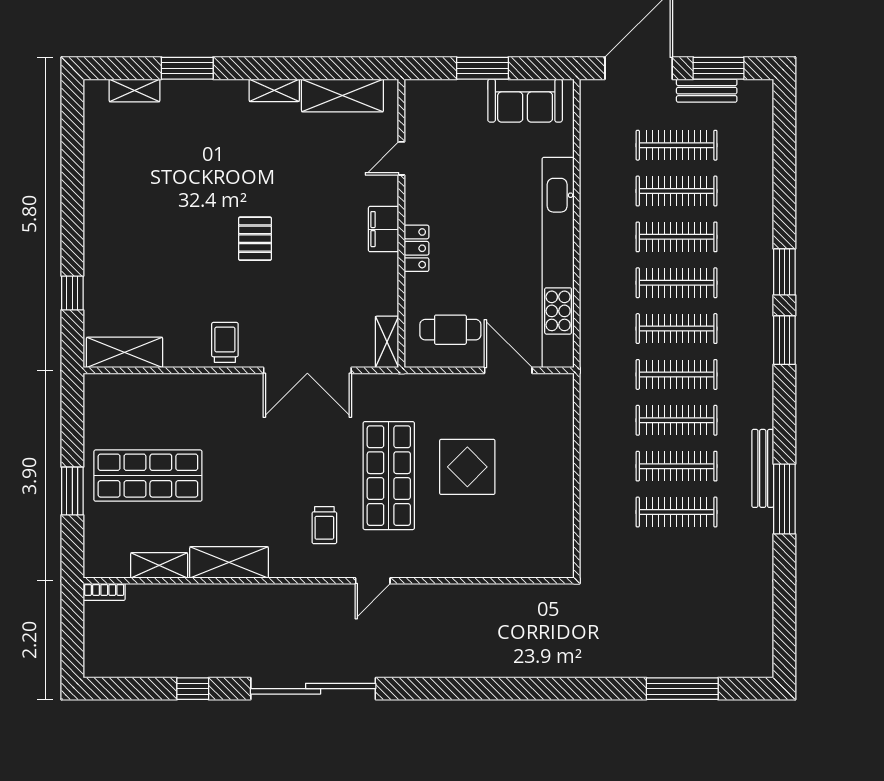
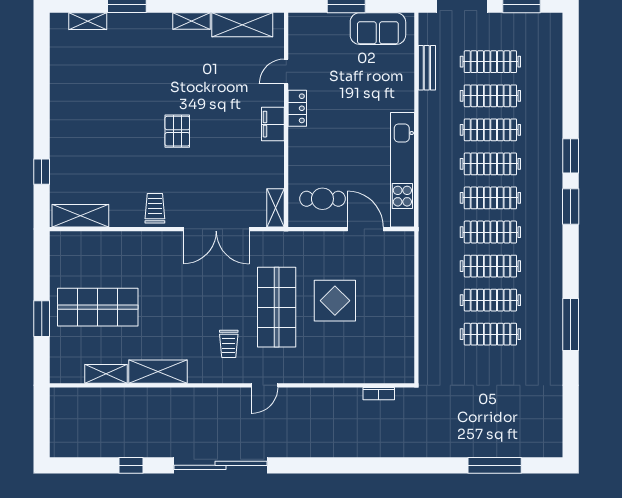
bench: (707, 91) -> (427, 68), moved, turned 90
locker: (416, 248) -> (297, 108), moved
kitchen unit: (558, 263) -> (402, 170), width x0.73
bench: (763, 468) -> (554, 302), removed
bookcase: (104, 592) -> (379, 394), moved

